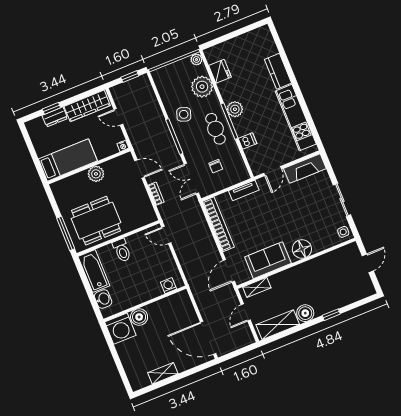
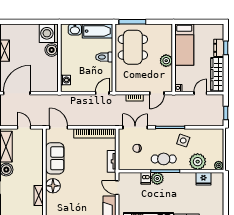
plant: (235, 109) -> (157, 178), moved
shelving: (257, 287) -> (39, 196), moved

